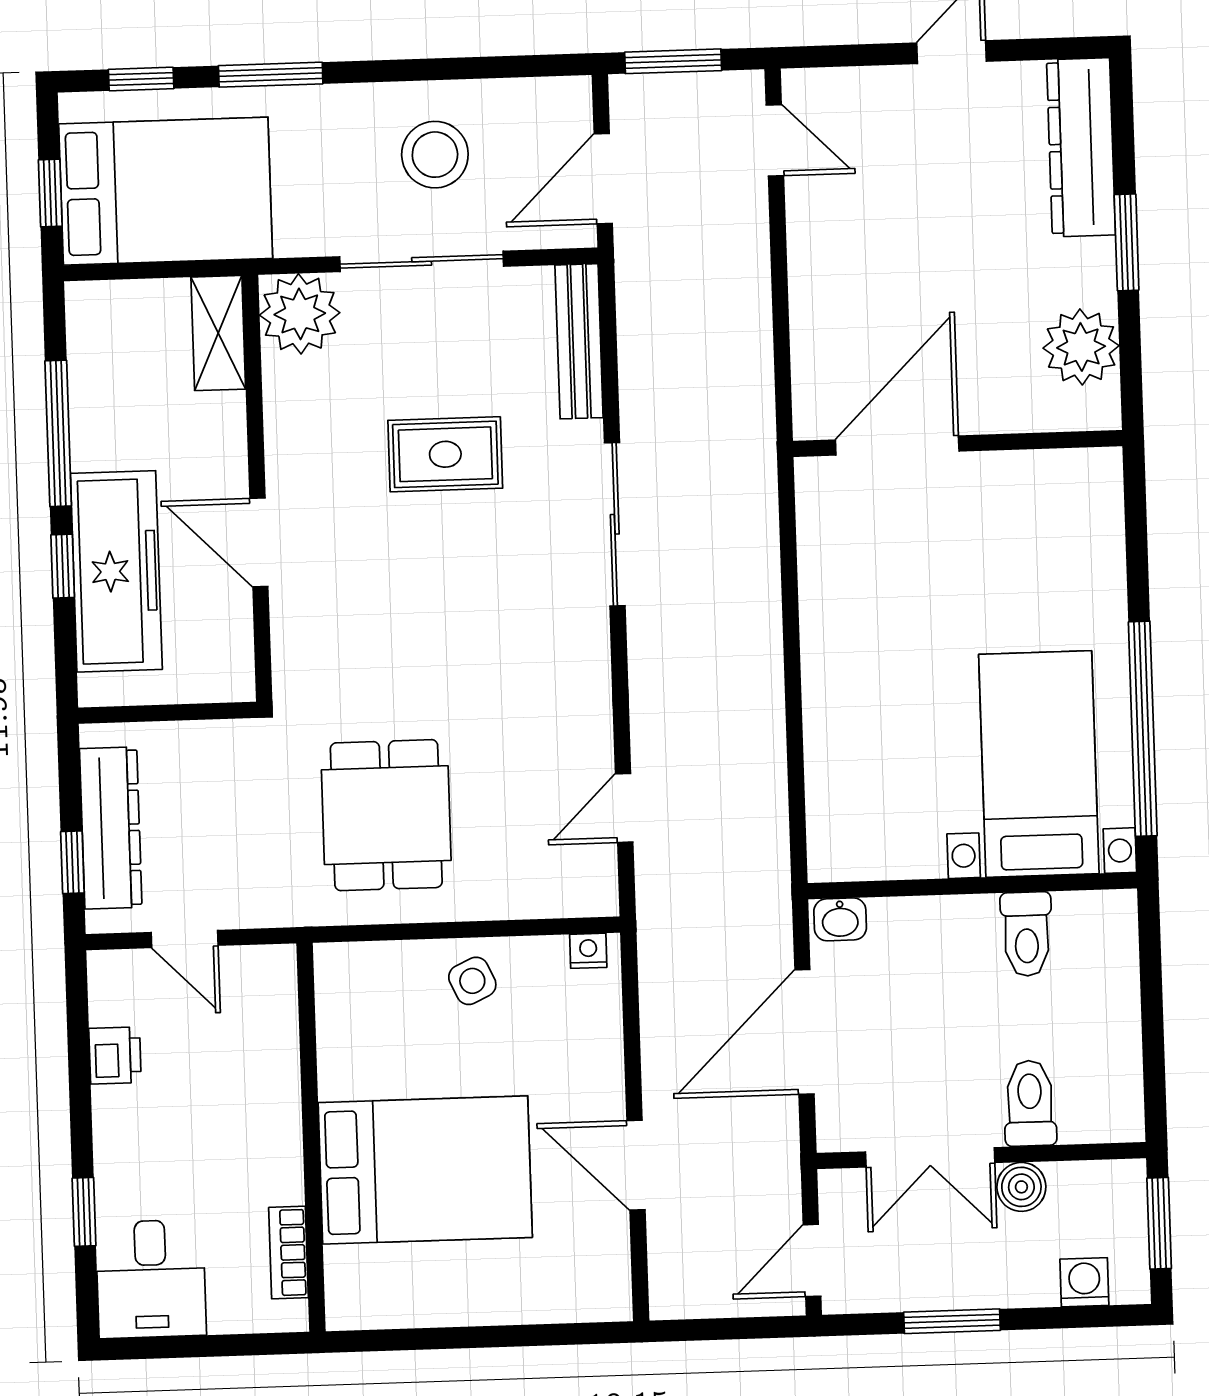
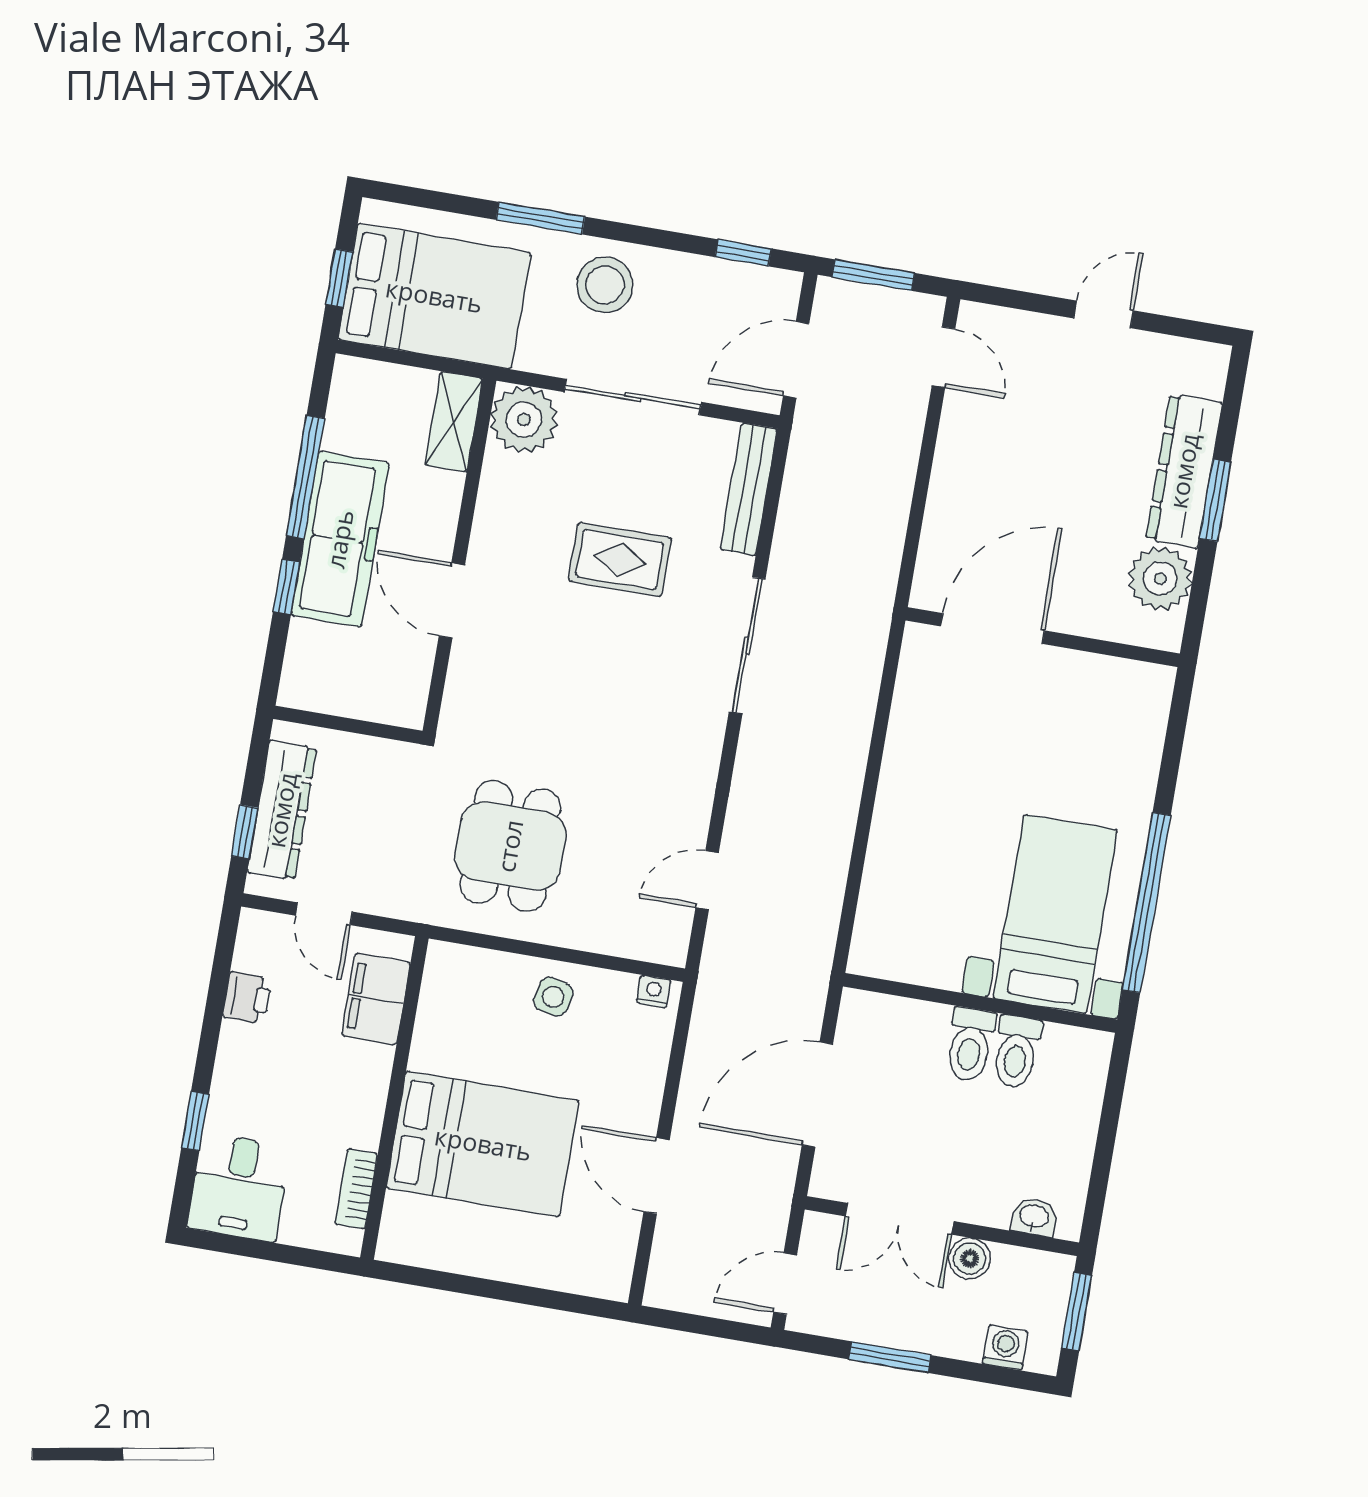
window: (141, 79) -> (743, 253), moved
dresser: (1081, 147) -> (1184, 471), moved
stool: (435, 155) -> (605, 285), moved
freezer: (116, 571) -> (340, 539), moved
washbasin: (840, 919) -> (1034, 1217), moved, turned 180
side table: (472, 981) -> (553, 997), turned 37
filing cabinet: (266, 1026) -> (376, 999), added
toilet: (1030, 1103) -> (970, 1044), moved, turned 180

